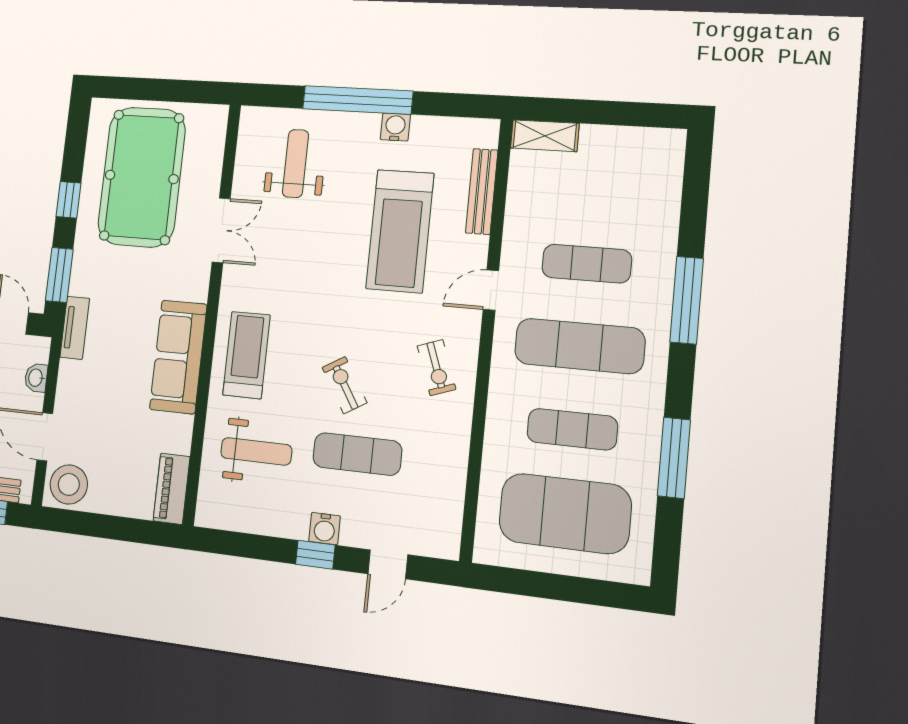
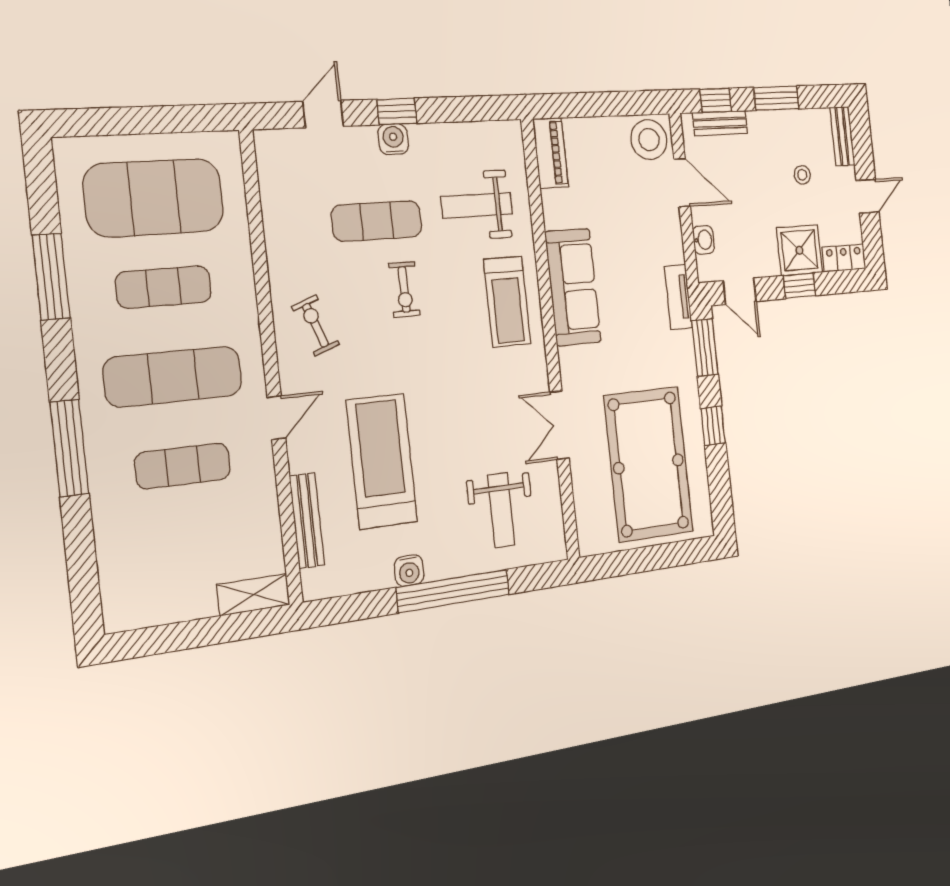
exercise bike: (344, 385) -> (404, 289), turned 31

